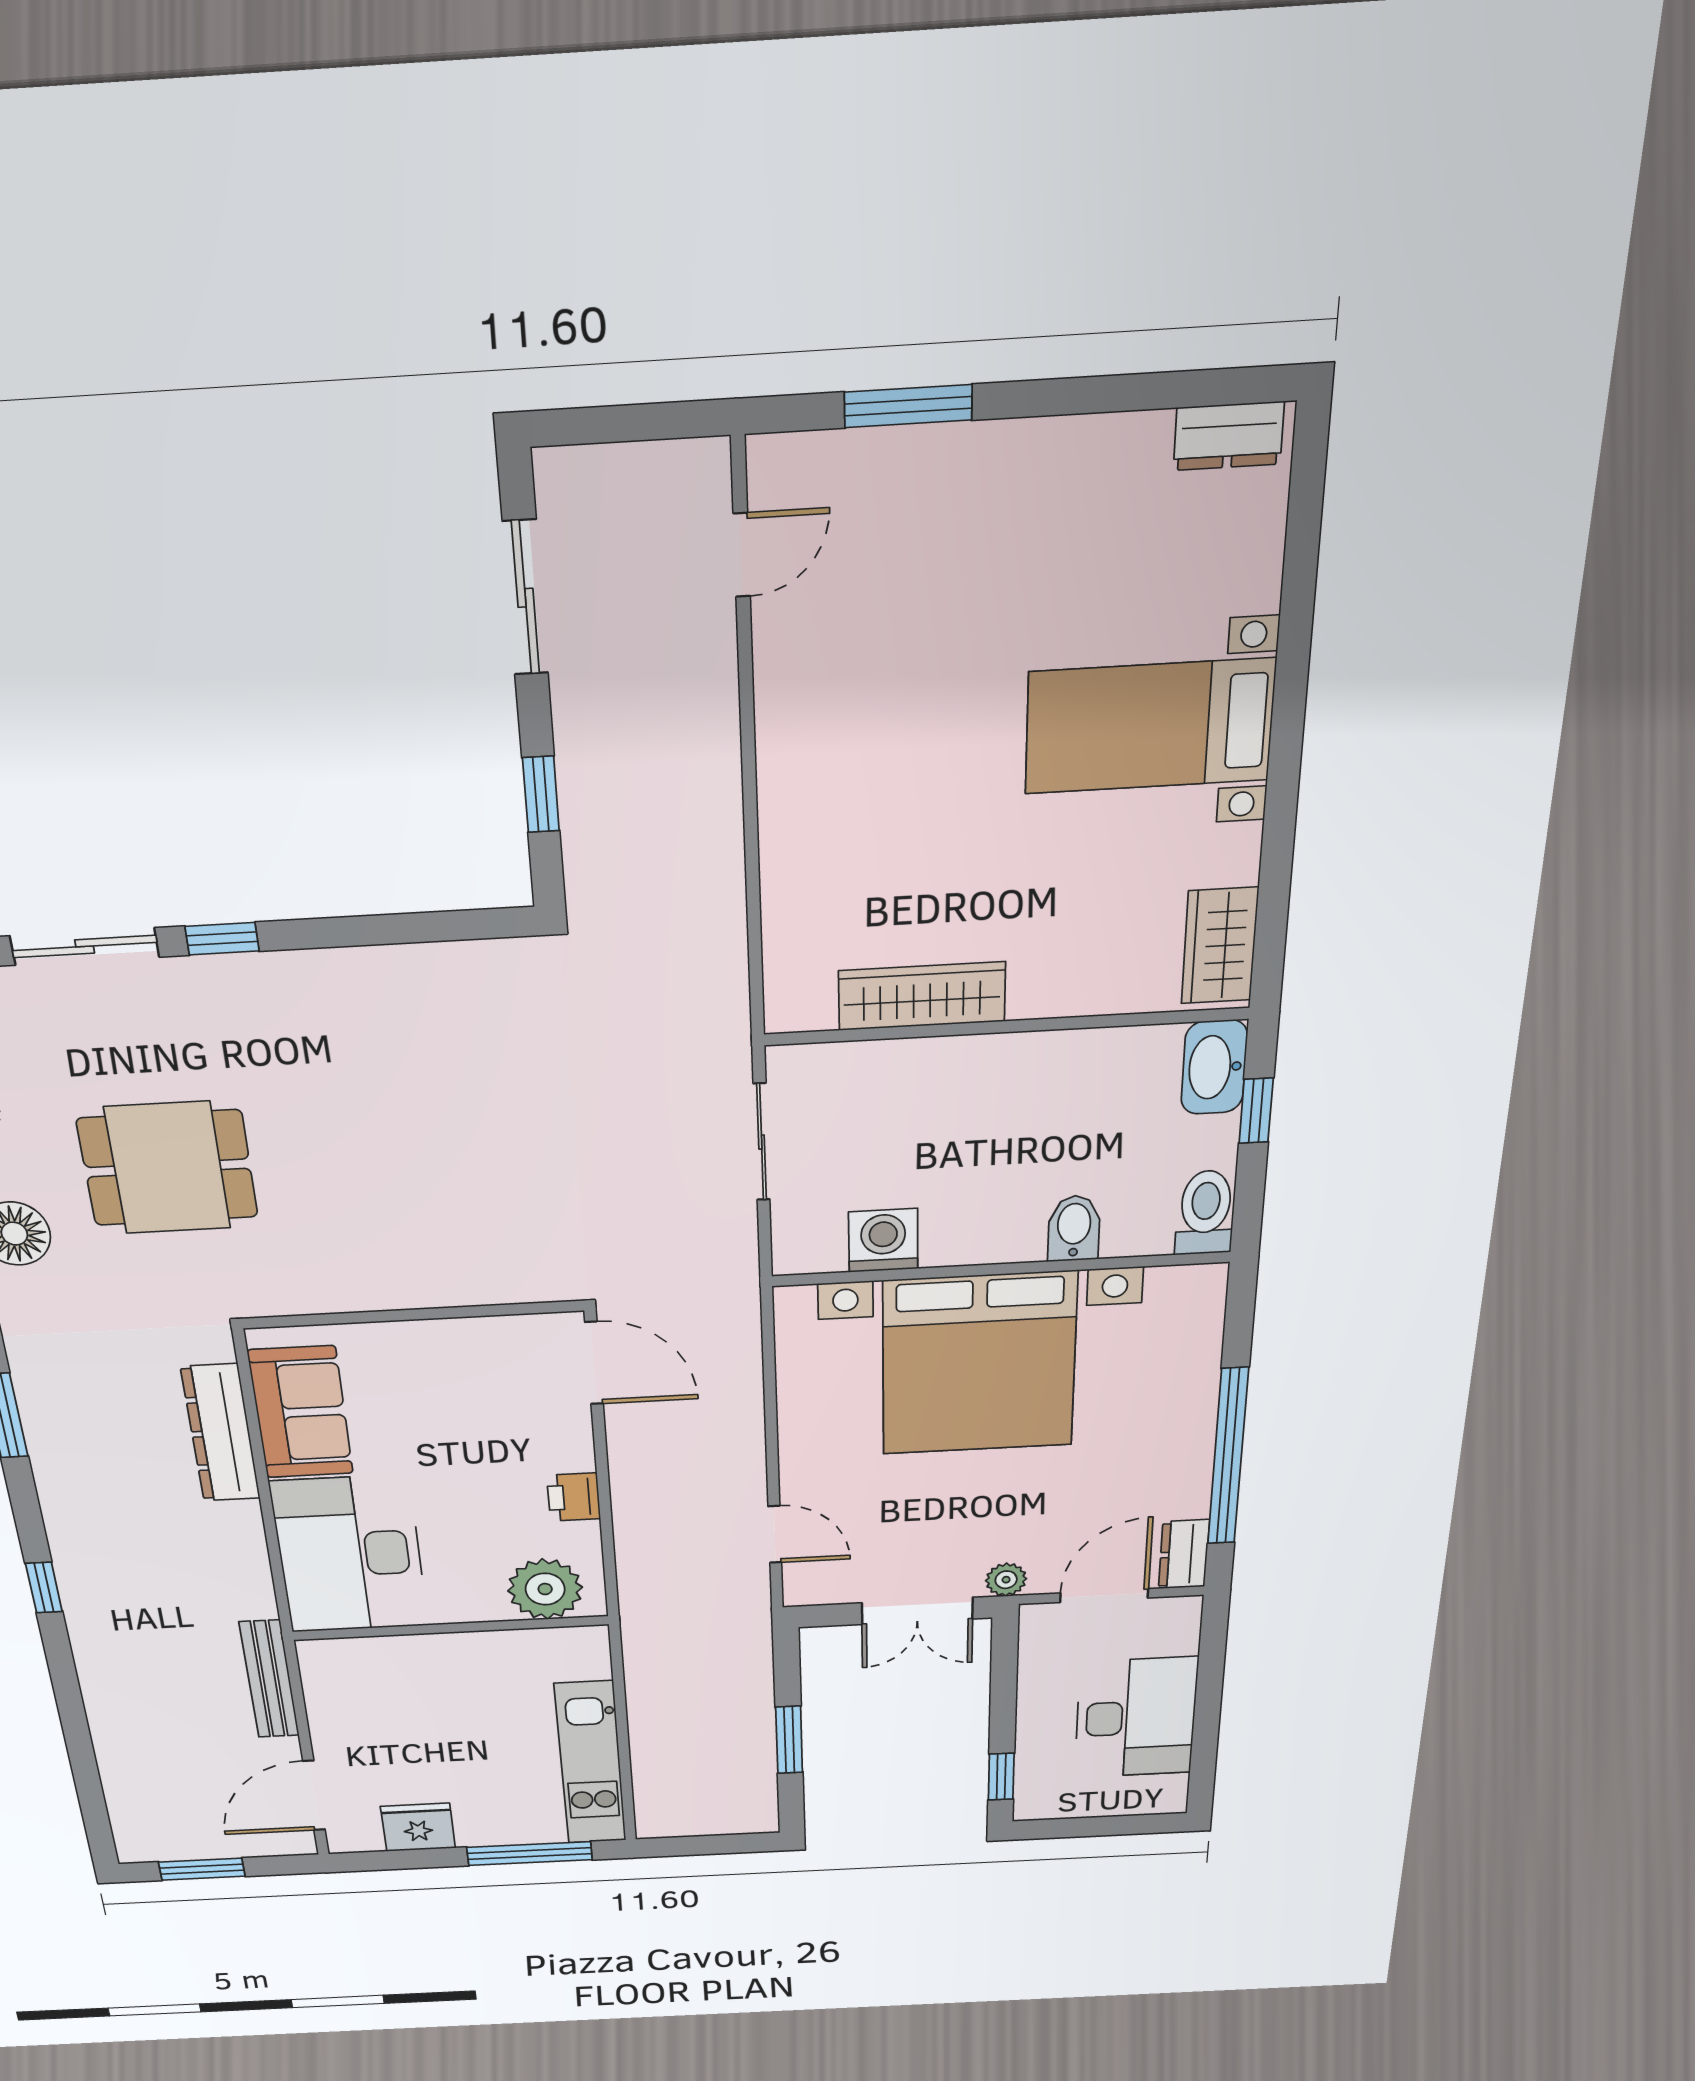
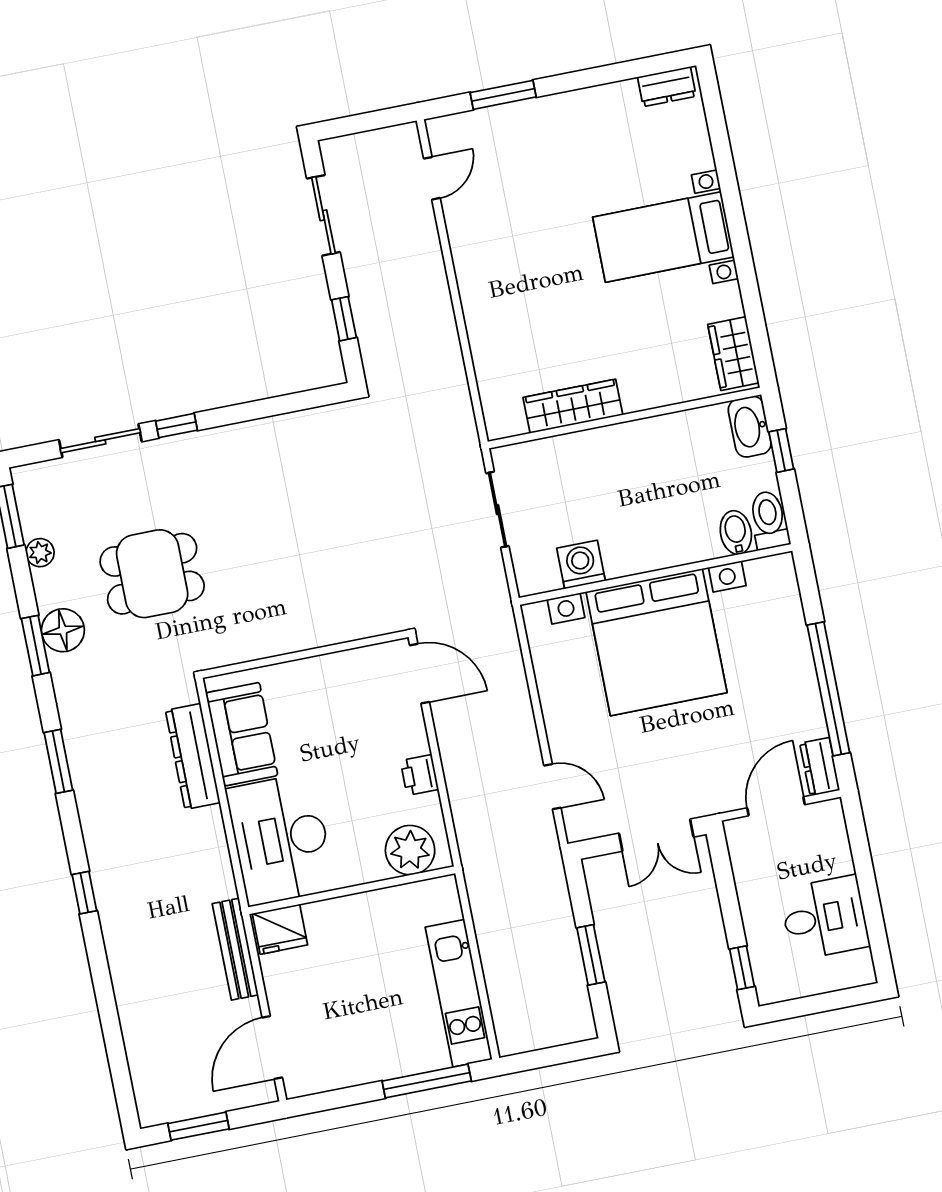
bidet: (1074, 1228) -> (736, 533), moved
plant: (1006, 1580) -> (709, 802), removed
desk: (1136, 1718) -> (825, 918), width x0.73
fridge: (418, 1827) -> (280, 929), moved, turned 180

